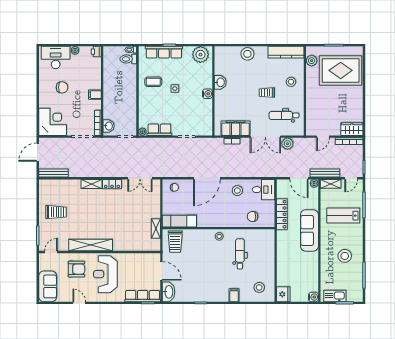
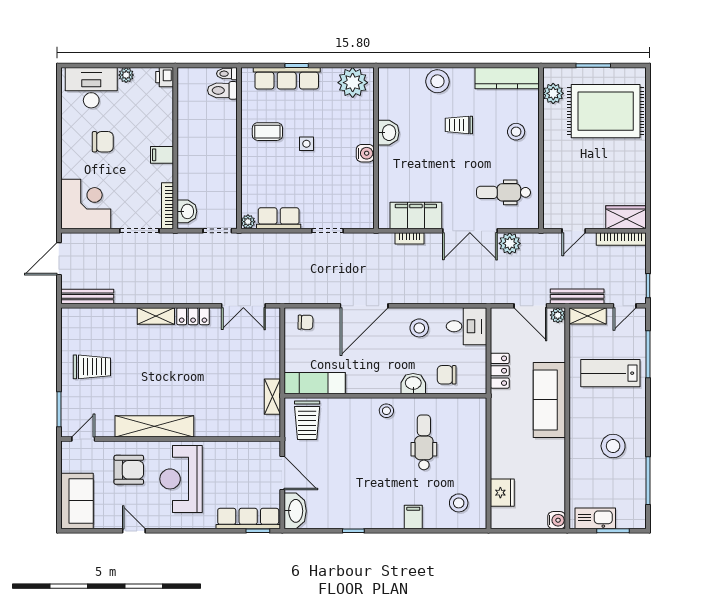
trolley: (267, 93) -> (459, 125), moved
locker: (282, 214) -> (500, 371), width x0.66
washbasin: (234, 221) -> (413, 384), added
fridge: (283, 294) -> (502, 493), moved

